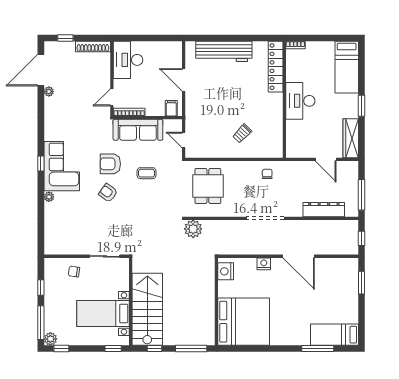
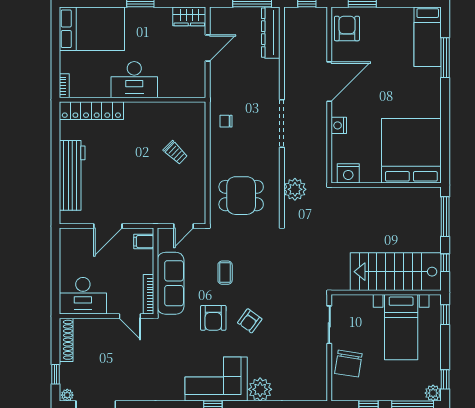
bed: (347, 67) -> (92, 29), width x1.50
plant: (49, 92) -> (67, 395), moved
wardrobe: (351, 138) -> (189, 16), width x0.67
plant: (49, 197) -> (260, 389), width x1.88, depth x1.88
dresser: (324, 210) -> (271, 33), moved
plant: (193, 229) -> (295, 189), moved
armchair: (341, 270) -> (347, 28), added
chair: (74, 271) -> (348, 364), width x1.87, depth x1.87

